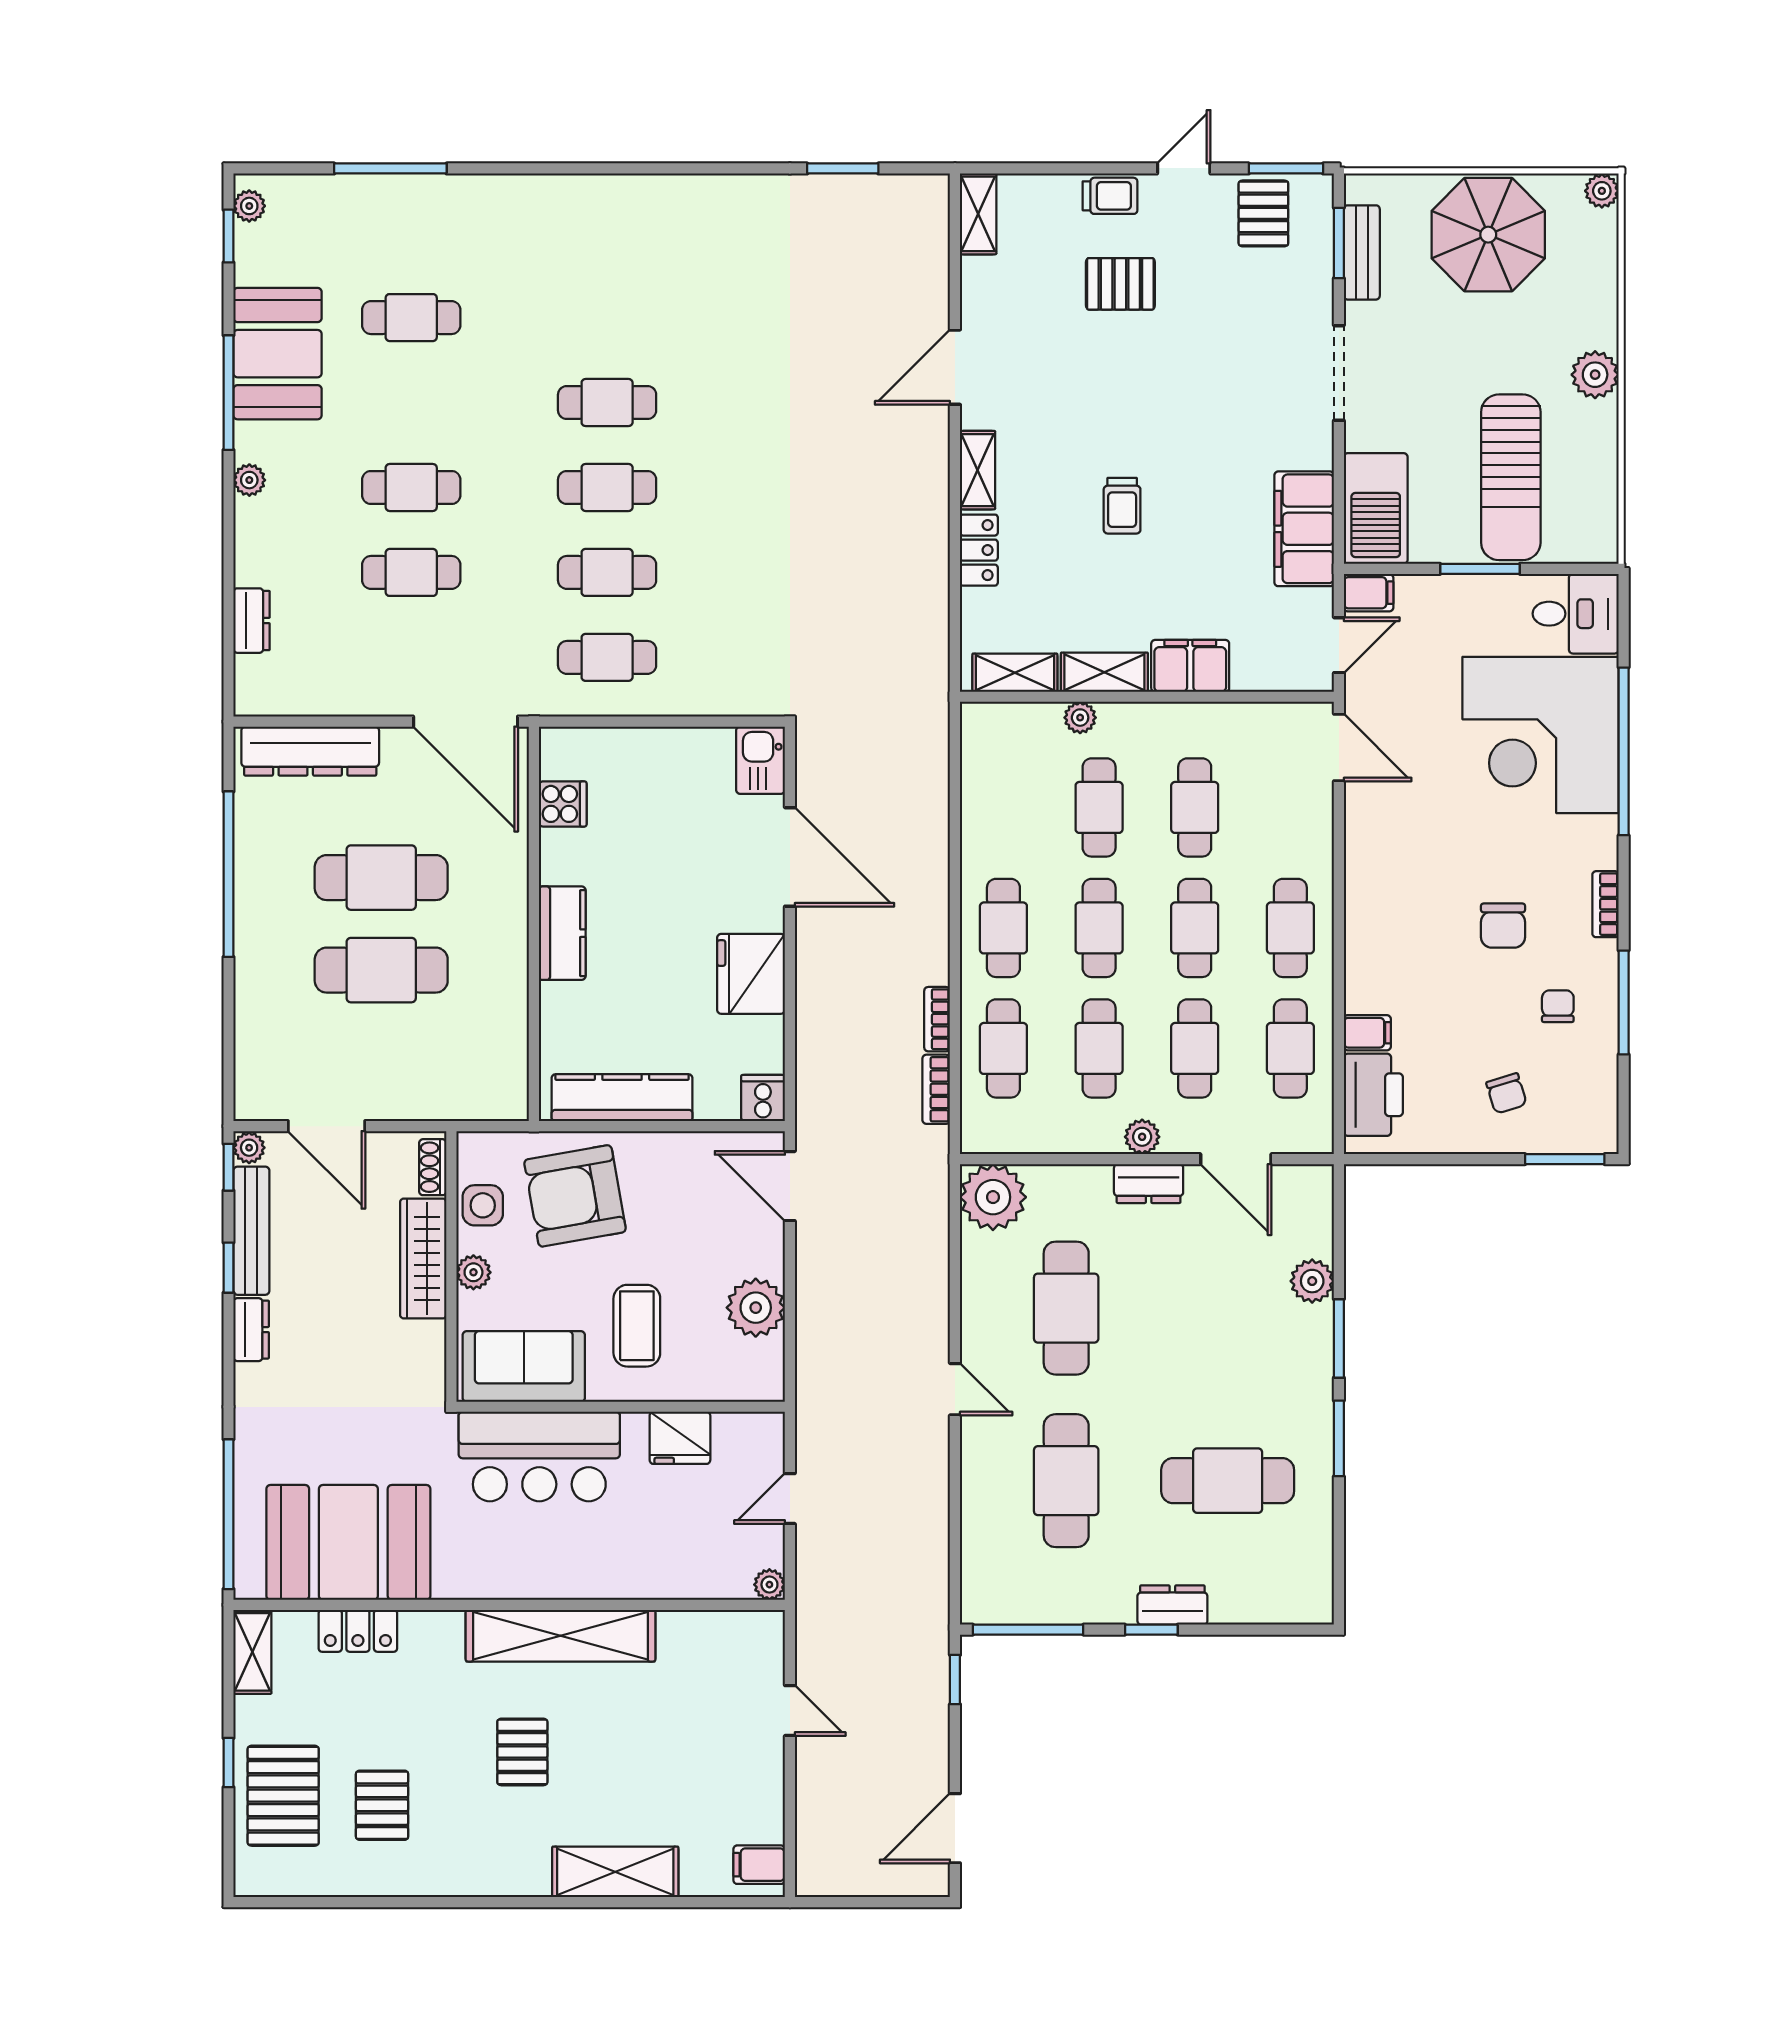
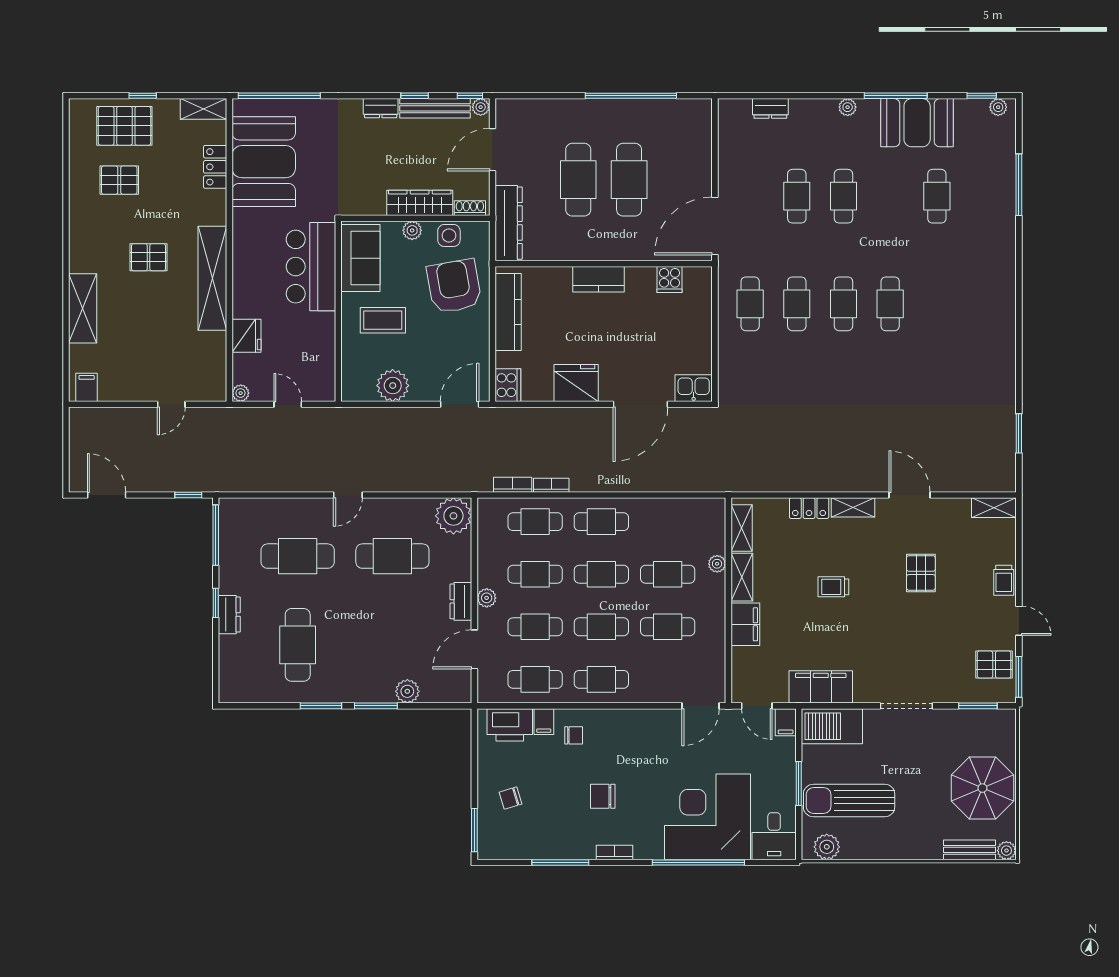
bench: (1362, 252) -> (970, 850), moved
pallet: (1120, 284) -> (921, 573), moved
plant: (1595, 375) -> (827, 847), moved
dresser: (310, 751) -> (509, 223), moved, turned 180
chair: (1558, 1006) -> (574, 735), moved
cooker: (763, 1098) -> (508, 385), width x1.36
fridge: (680, 1438) -> (246, 336), moved, turned 180

